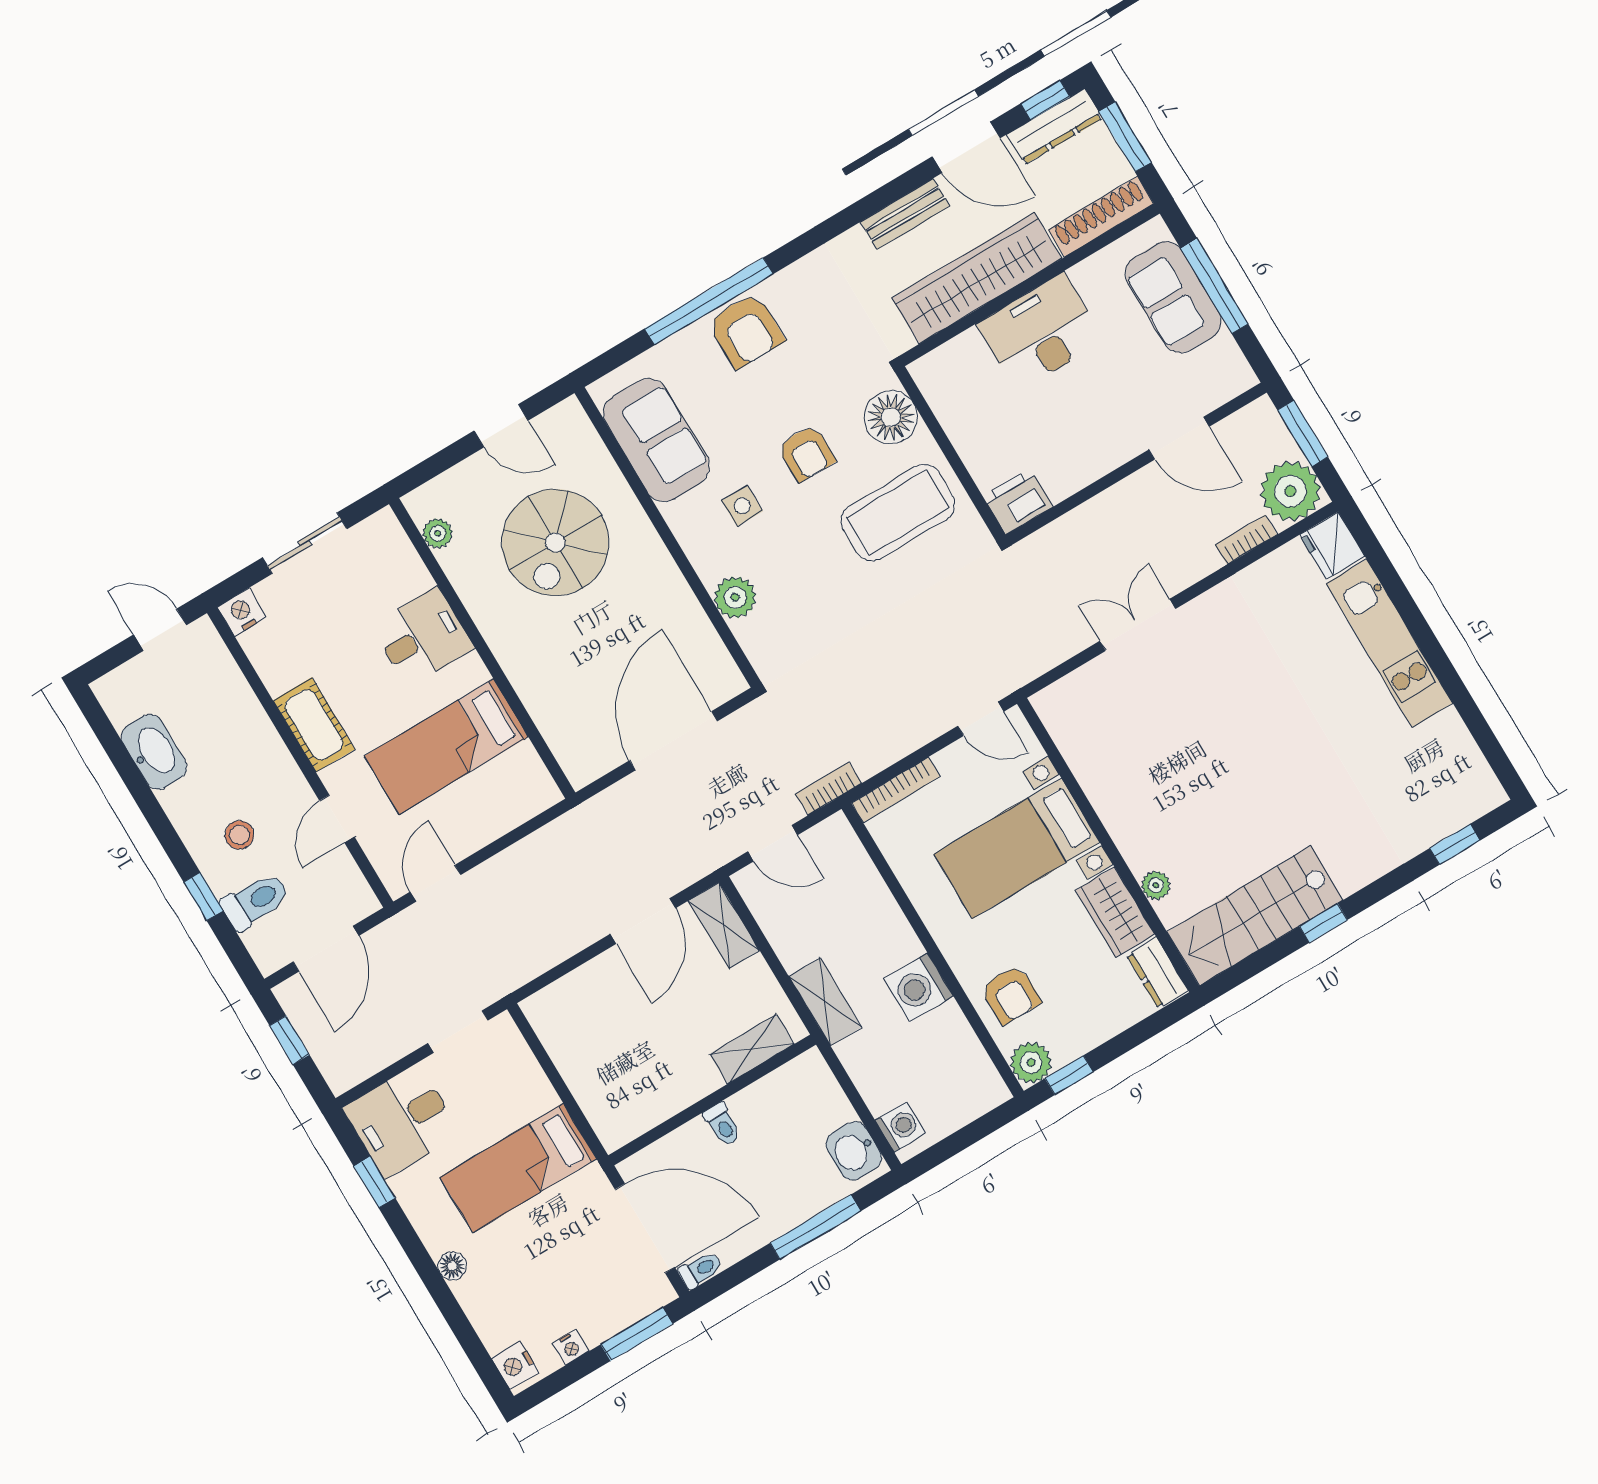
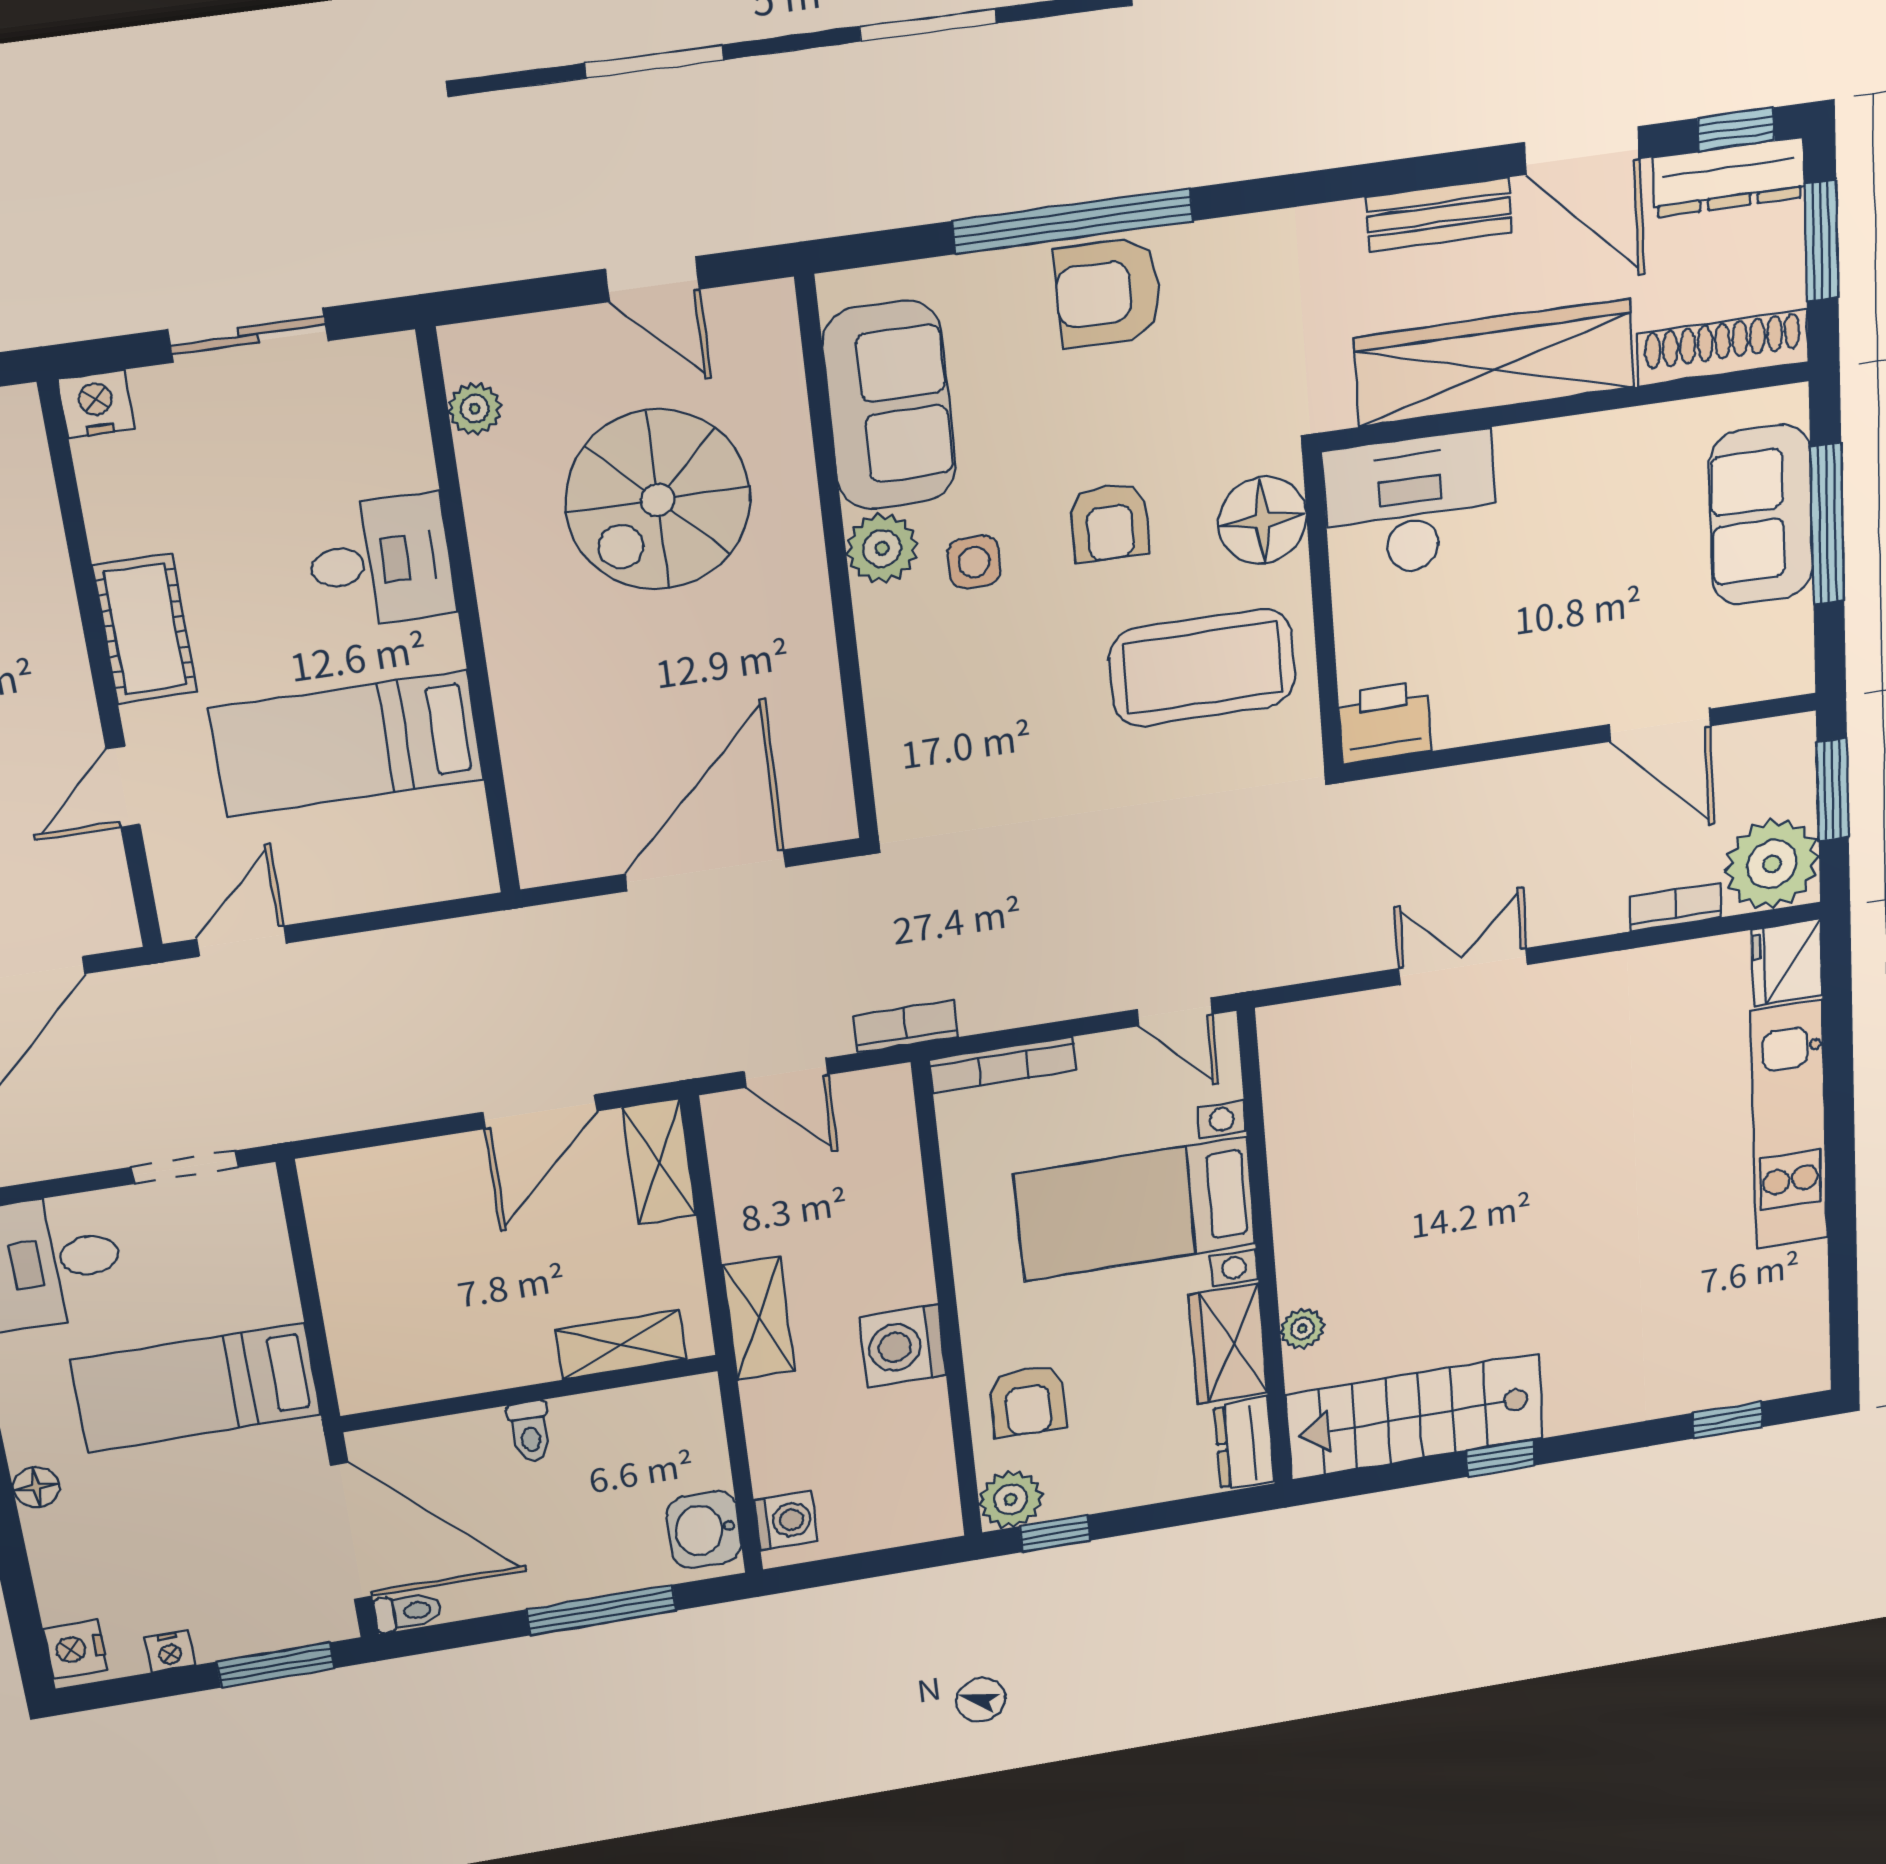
armchair: (746, 331) -> (1108, 293), turned 90
desk: (1040, 332) -> (1411, 505), moved
plant: (735, 597) -> (882, 548), moved

